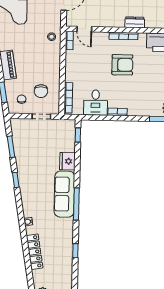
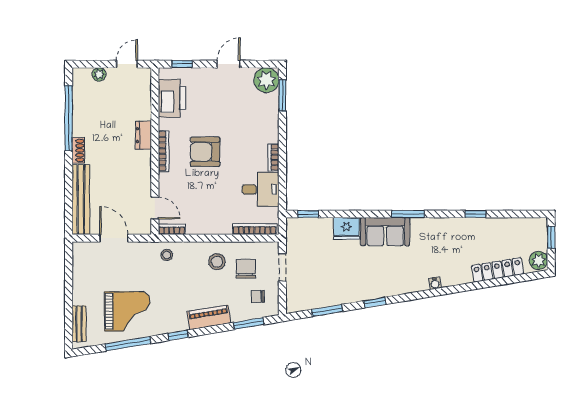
door: (84, 29) -> (155, 208), hinge flipped
armchair: (122, 65) -> (205, 152), turned -90
stool: (46, 71) -> (217, 262), added
chair: (41, 91) -> (246, 269), turned -90
sofa: (64, 194) -> (385, 232), width x0.73
window: (76, 204) -> (408, 214), width x0.69
locker: (35, 252) -> (497, 270), moved

